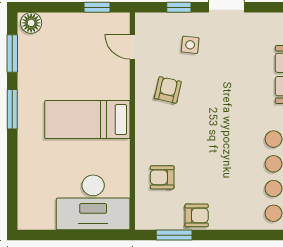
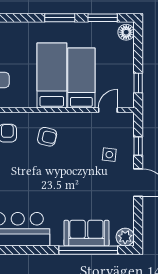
bed: (91, 81) -> (81, 78), added
armchair: (168, 90) -> (47, 137), moved

